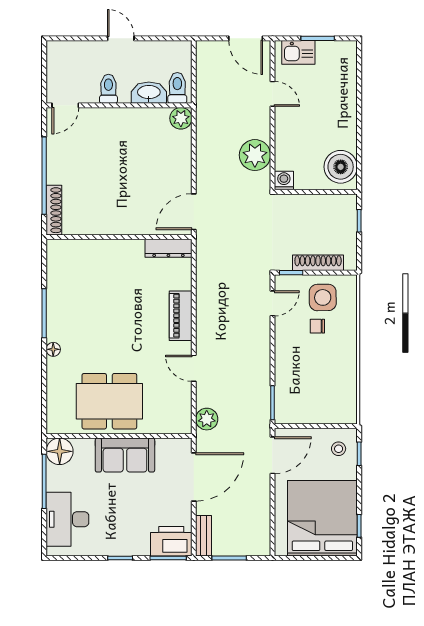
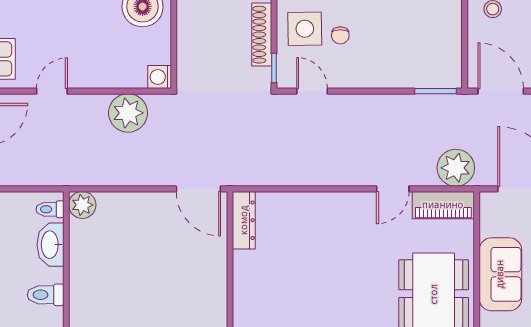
toilet: (177, 88) -> (50, 209), width x0.73, depth x0.72
piano: (181, 316) -> (443, 205), moved
plant: (207, 419) -> (456, 168), width x1.36, depth x1.36

